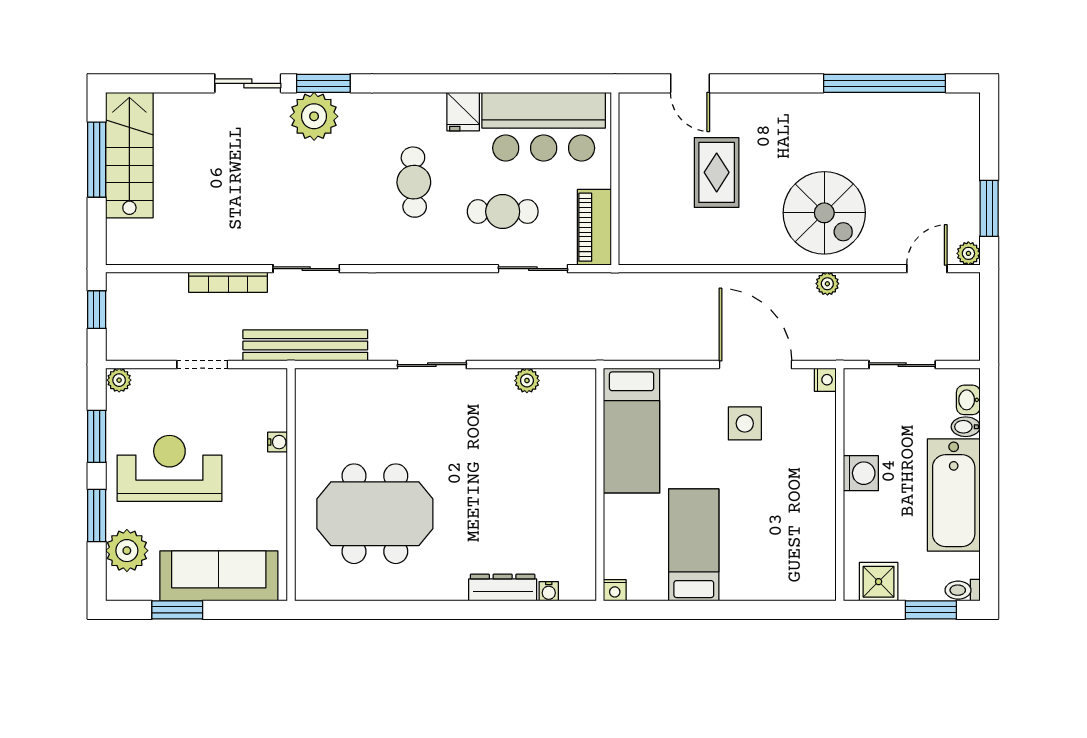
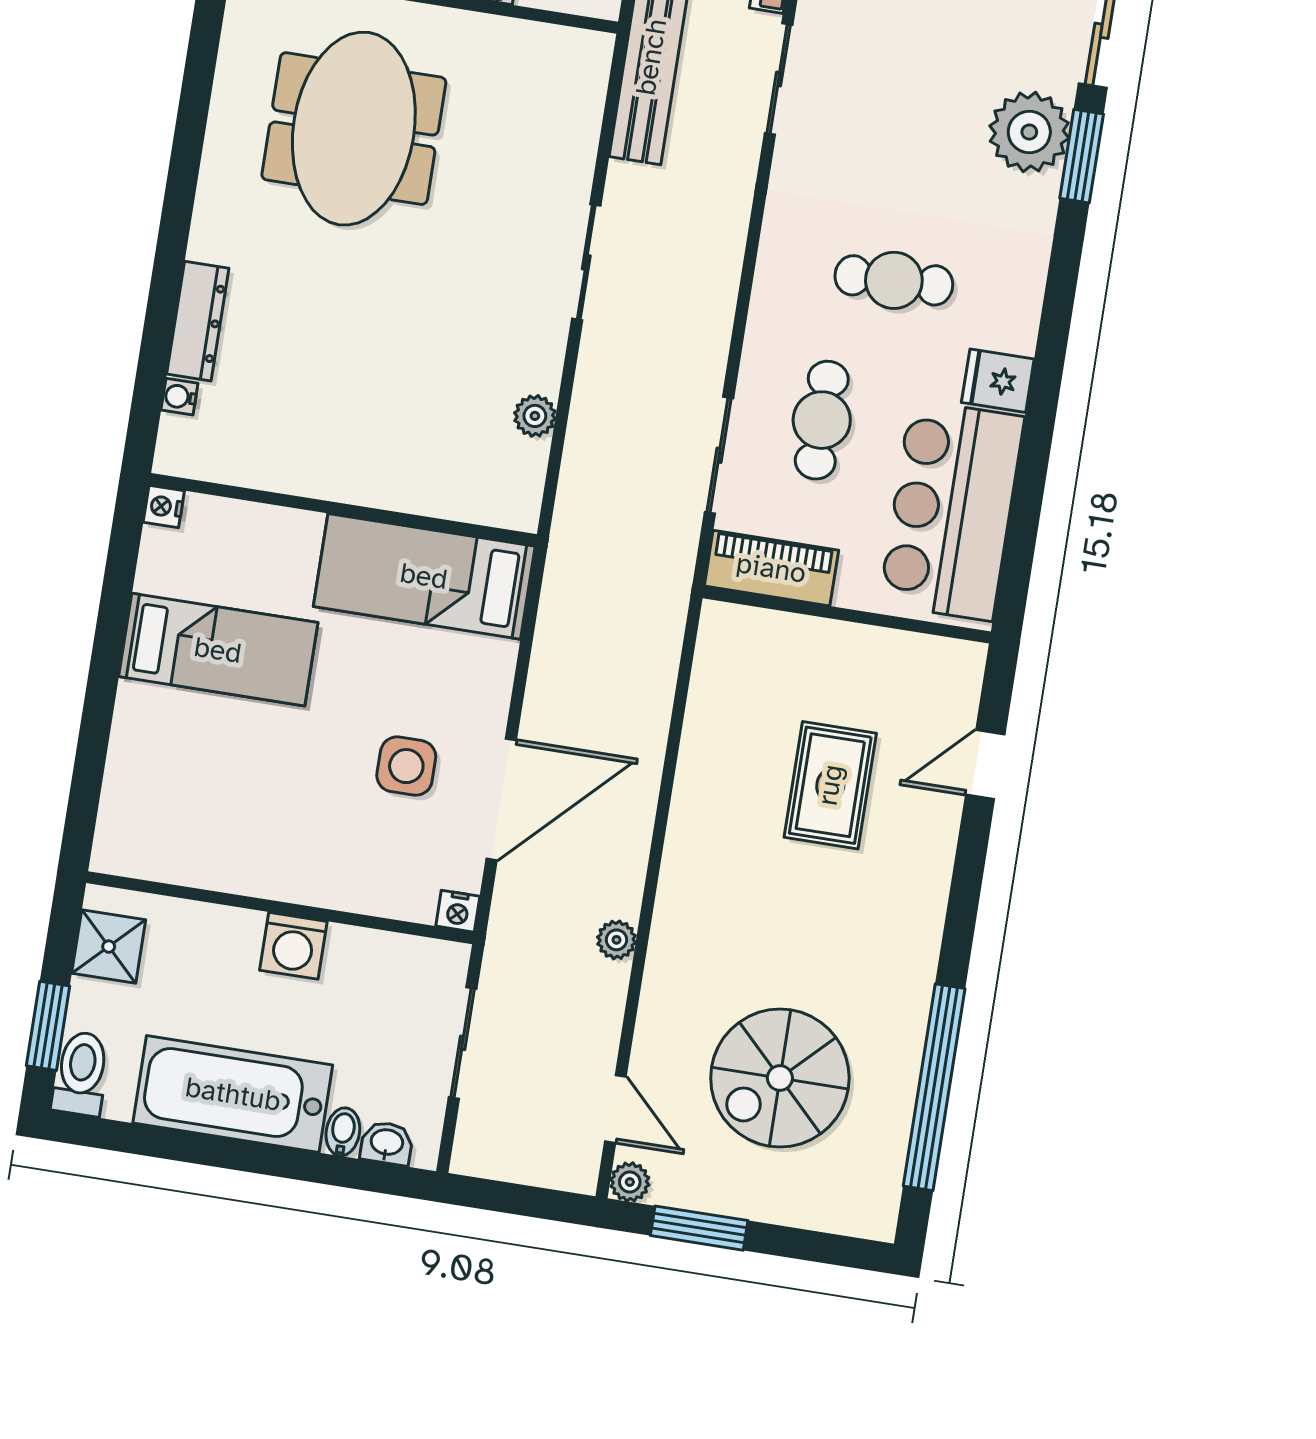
rug: (717, 172) -> (830, 785), turned 90
spiral stairs: (824, 213) -> (780, 1078), moved
toilet: (963, 590) -> (81, 1074), width x1.37, depth x1.39

